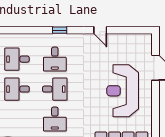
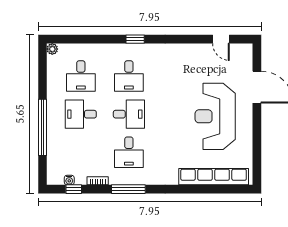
door: (100, 30) -> (221, 39), moved
desk: (17, 59) -> (81, 76), turned -90

